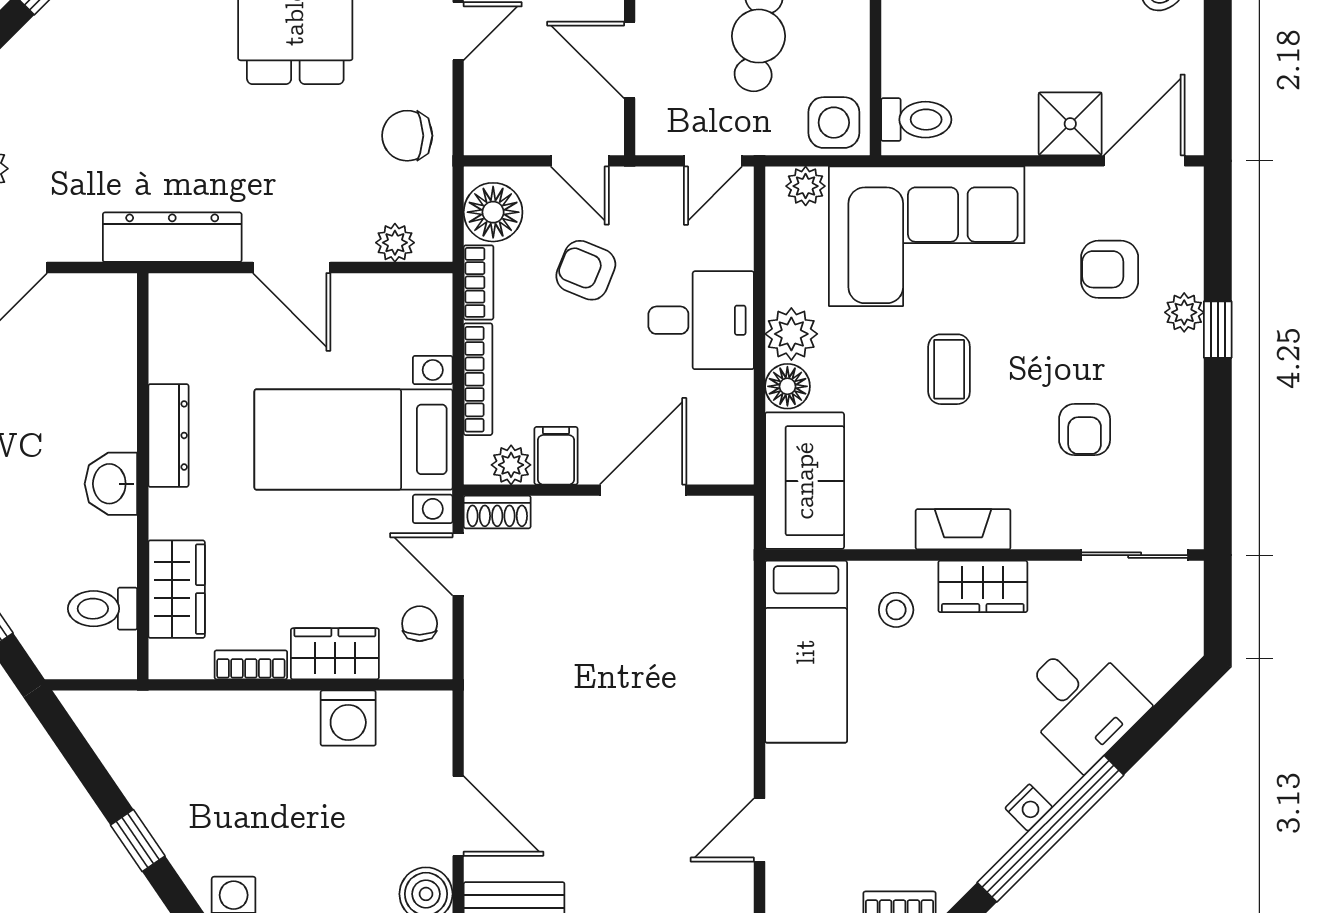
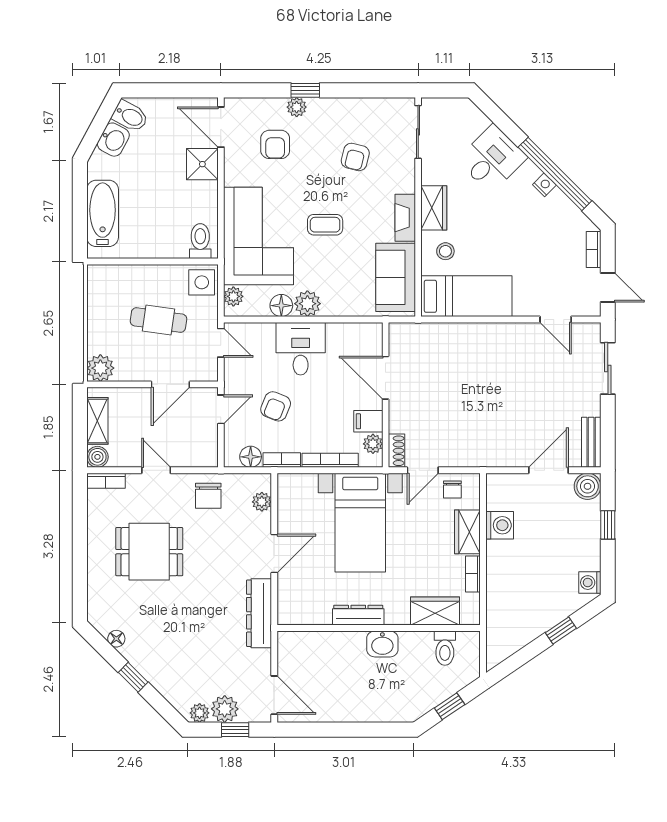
floor lamp: (493, 212) -> (251, 457), width x0.73, depth x0.73
floor lamp: (787, 386) -> (281, 306), moved
armchair: (1085, 429) -> (355, 157), turned 104
sofa: (805, 481) -> (396, 277), moved, turned -90
chair: (420, 624) -> (452, 490), turned -90

